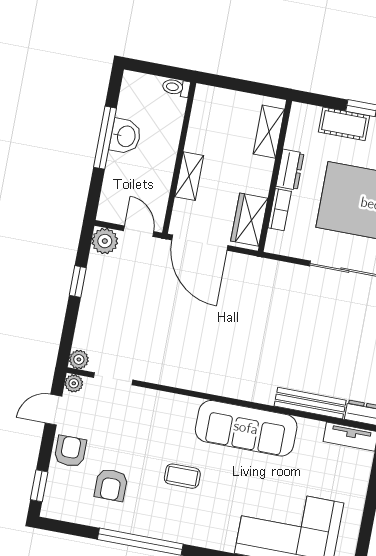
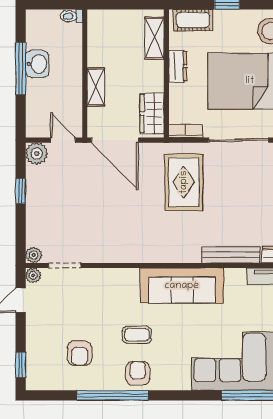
cot: (344, 124) -> (193, 20), moved
bookcase: (280, 210) -> (186, 131), moved, turned -90
rug: (271, 307) -> (184, 182), added
armchair: (70, 451) -> (138, 373), moved

